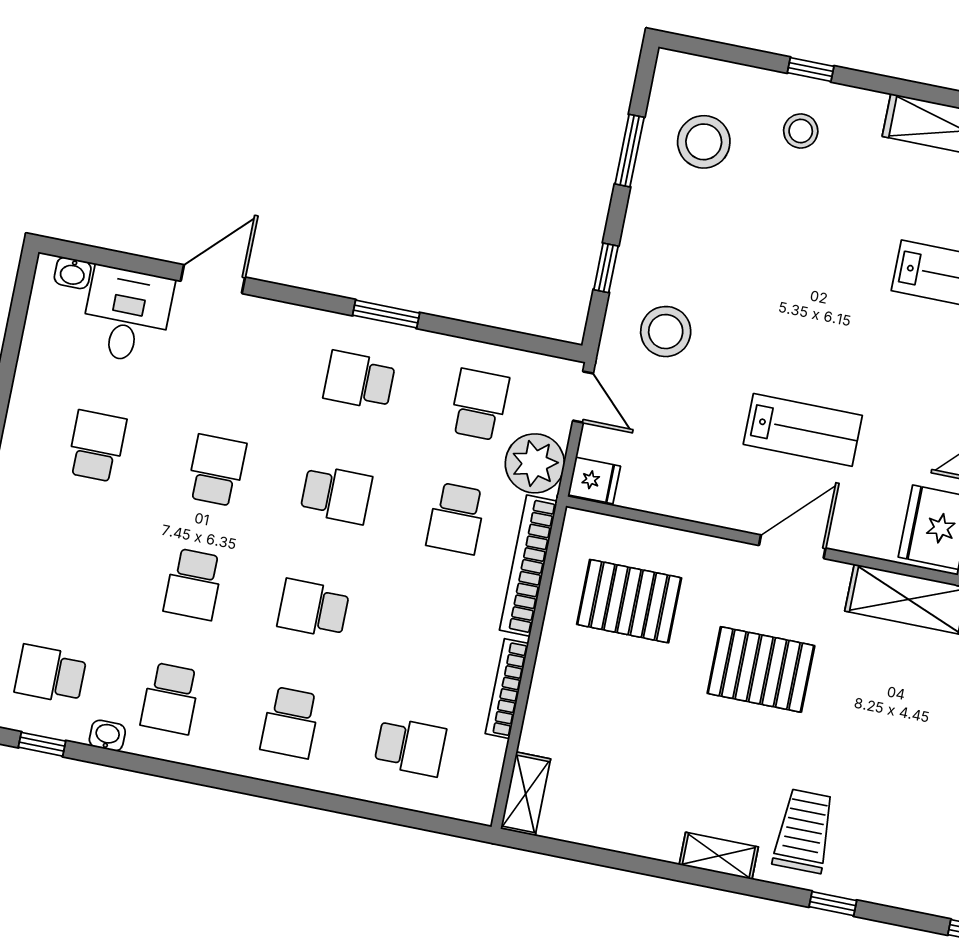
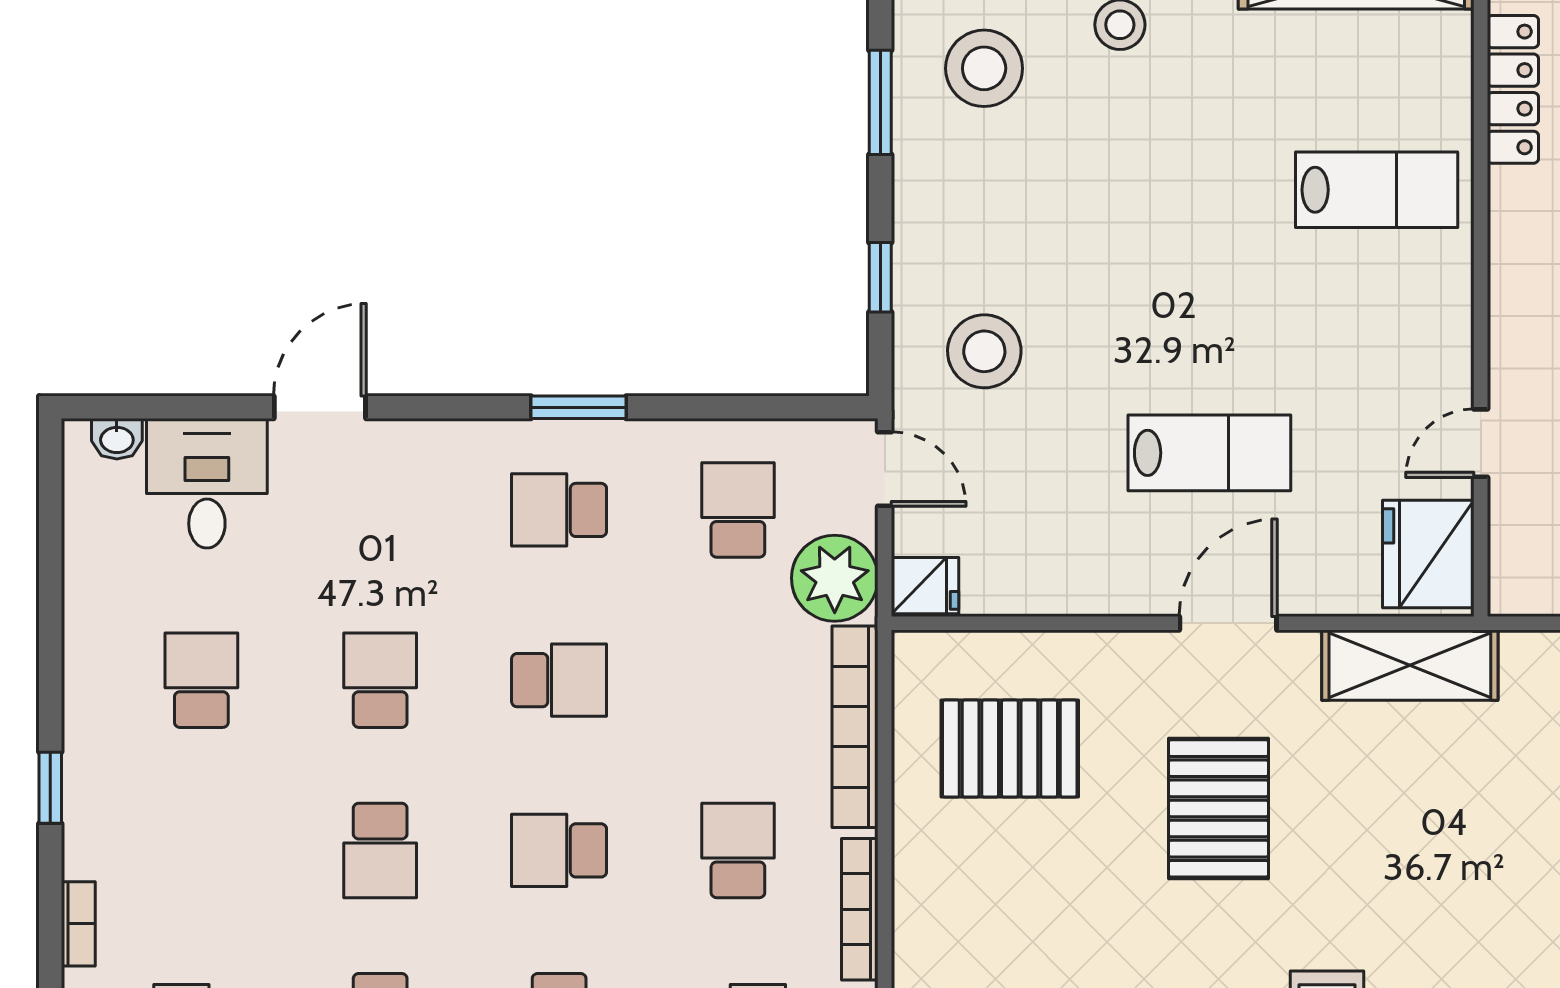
school desk: (456, 519) -> (738, 850), moved, turned 180
pallet: (761, 669) -> (1219, 808), turned 90

